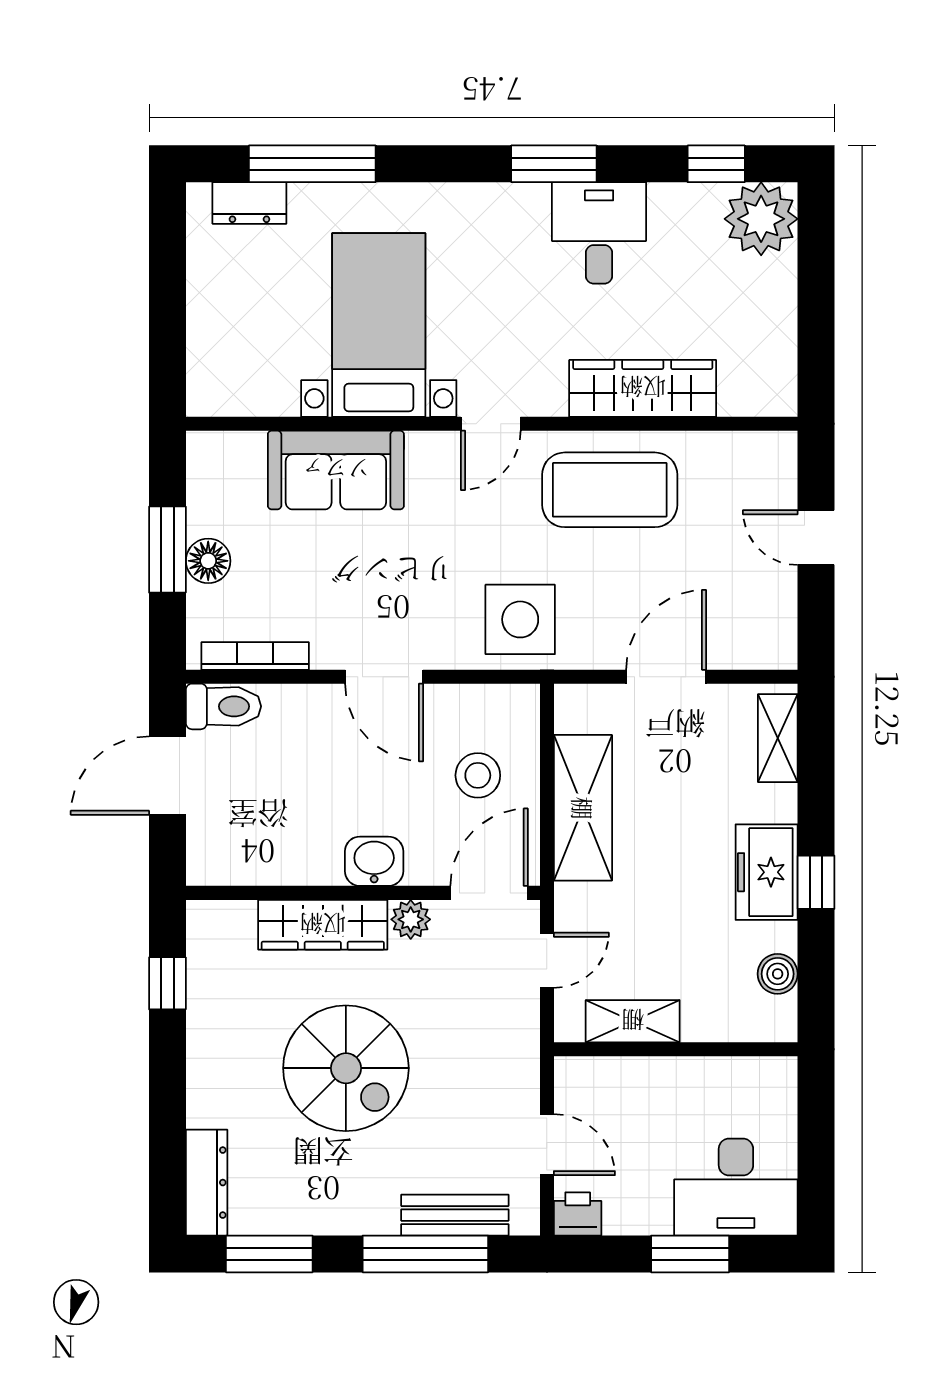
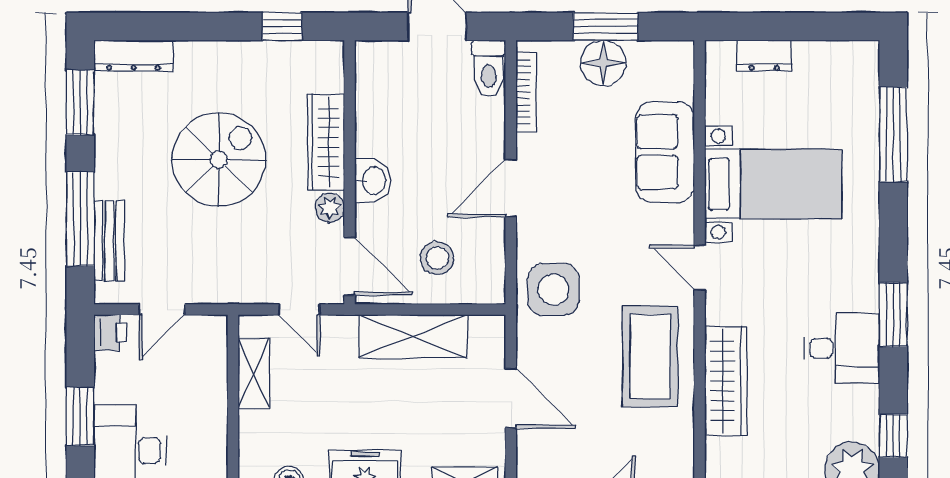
dresser: (249, 203) -> (764, 56), moved, turned -90
floor lamp: (208, 561) -> (603, 63), width x1.38, depth x1.38
spiral stairs: (346, 1068) -> (219, 160), turned 180

